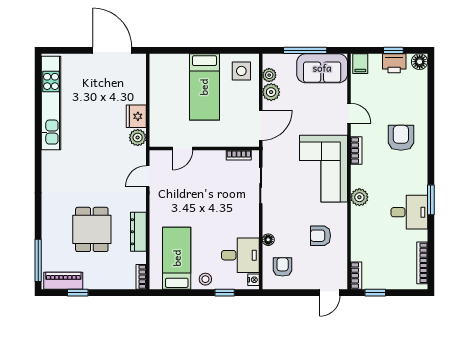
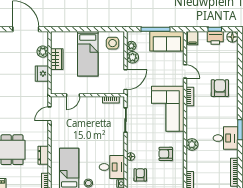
wardrobe: (158, 95) -> (57, 59), added
plant: (138, 138) -> (43, 52), moved
plant: (359, 197) -> (192, 144), moved
dresser: (138, 232) -> (43, 155), width x0.70

